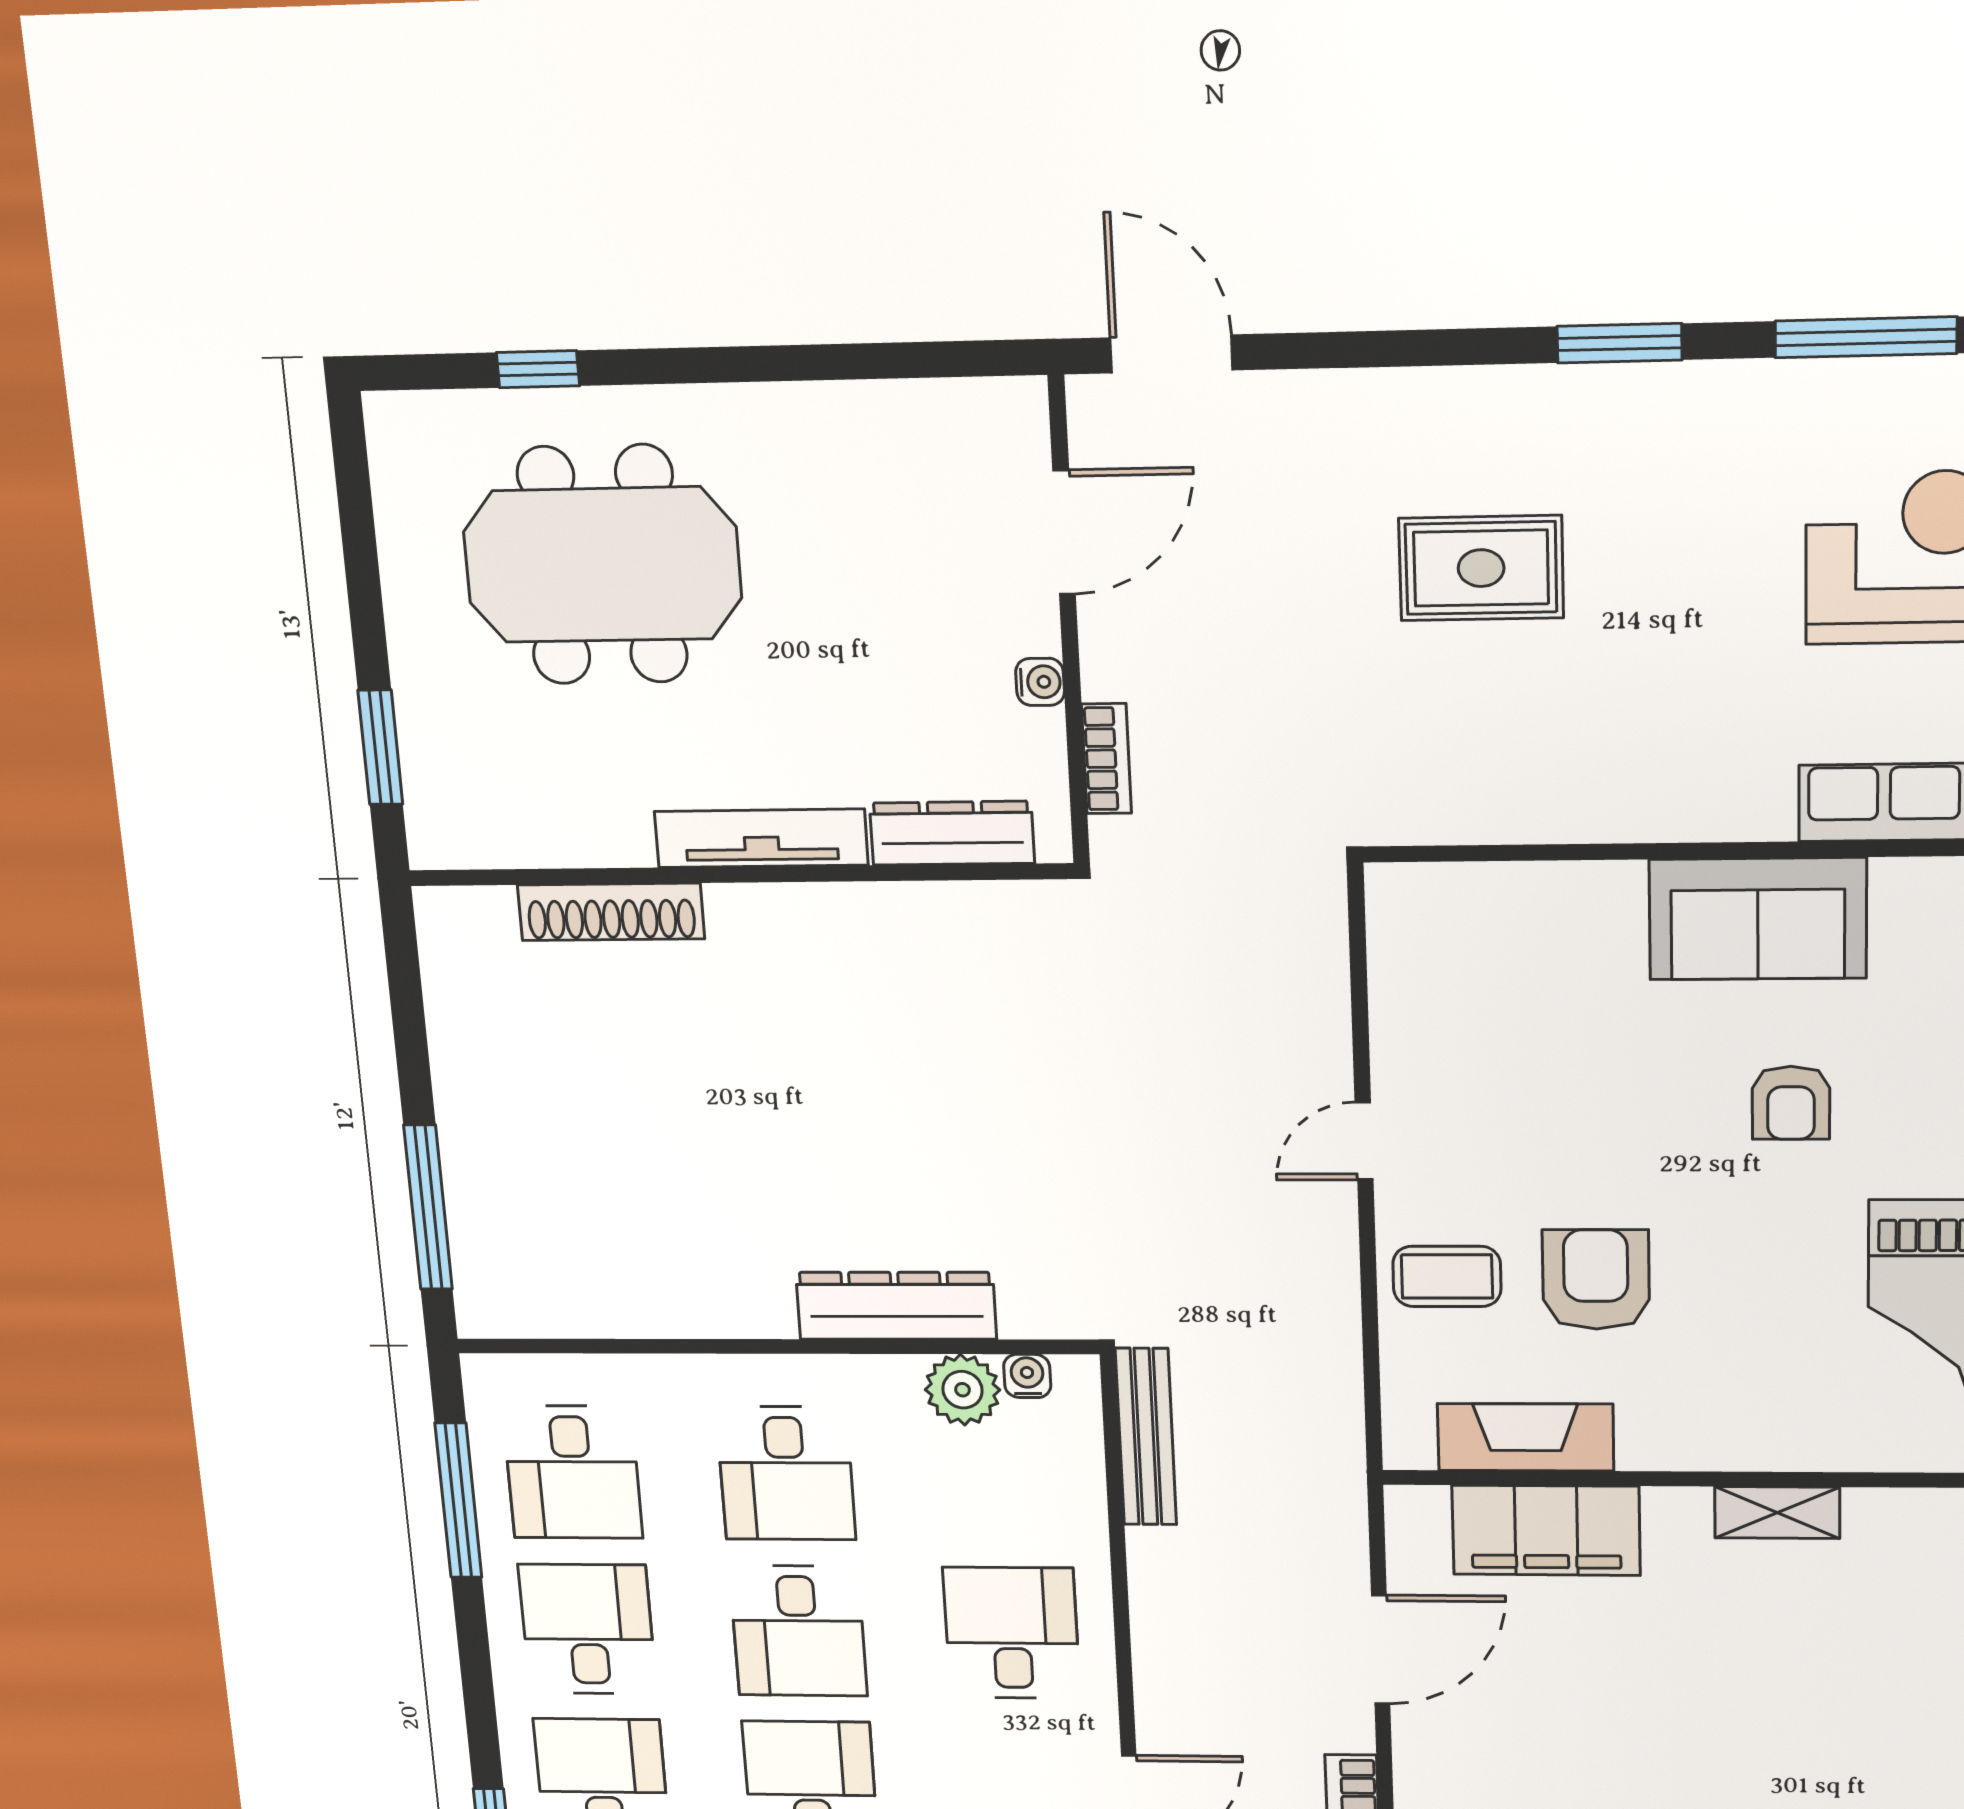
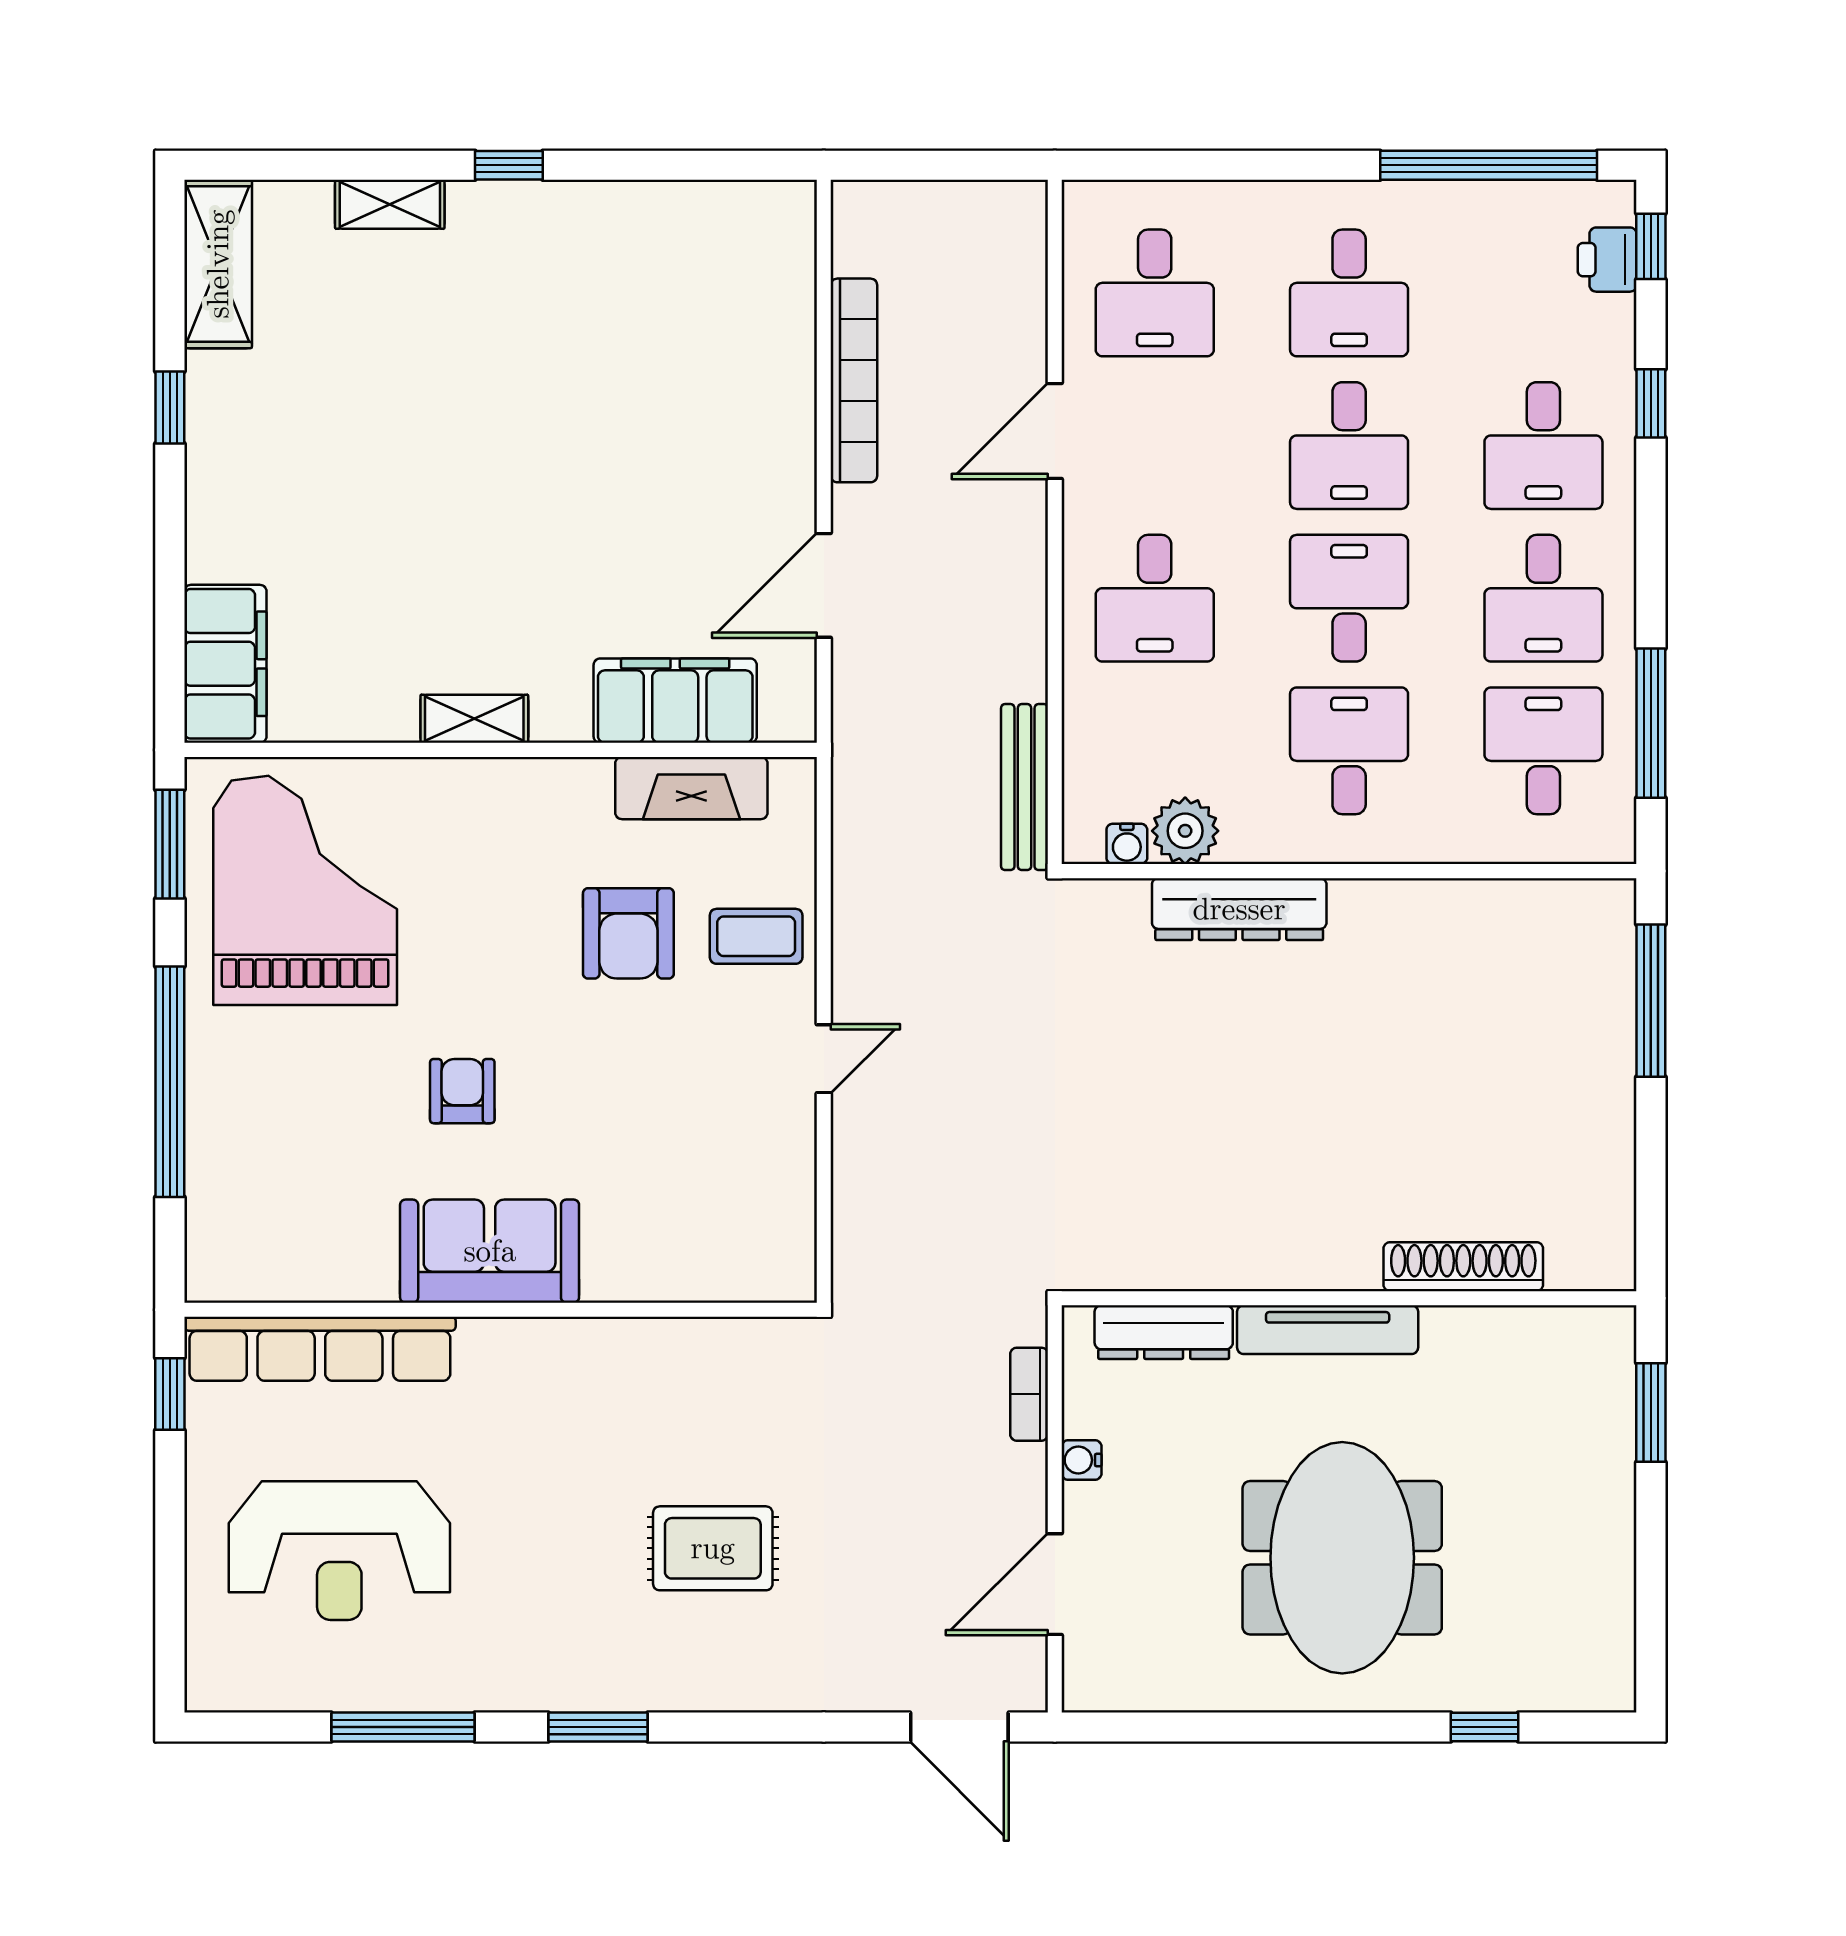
meeting table: (602, 565) -> (1342, 1558), moved, turned 90

